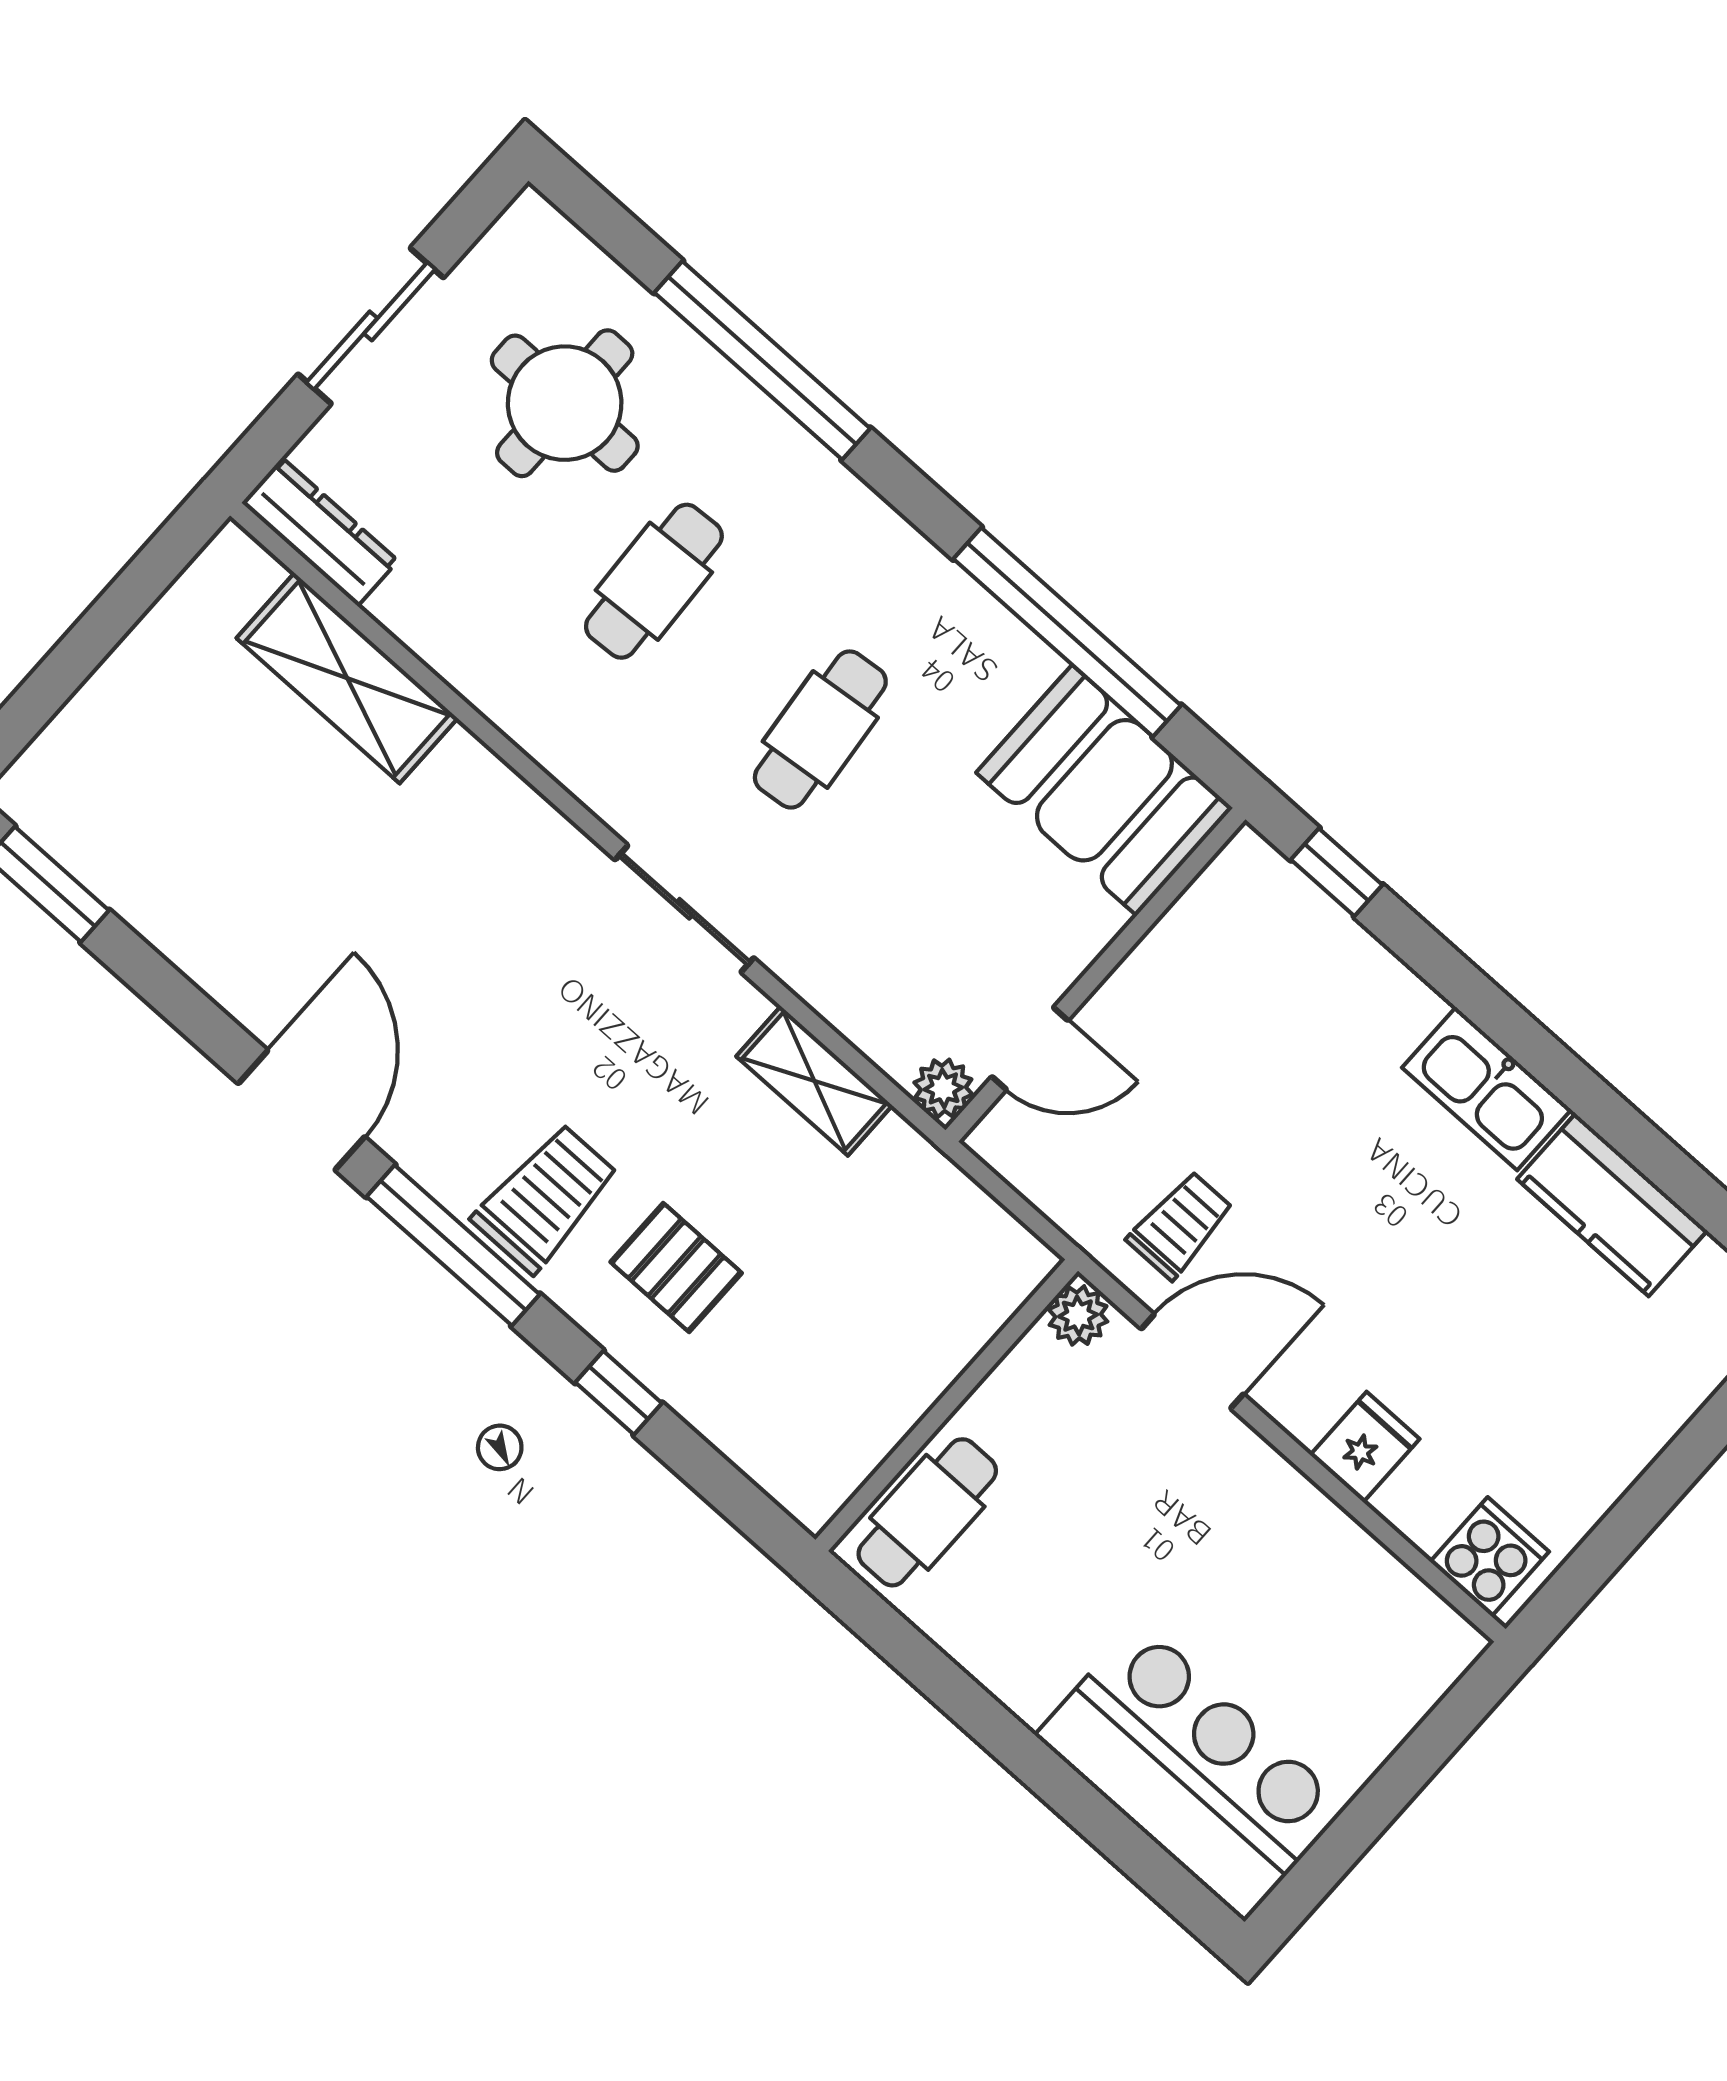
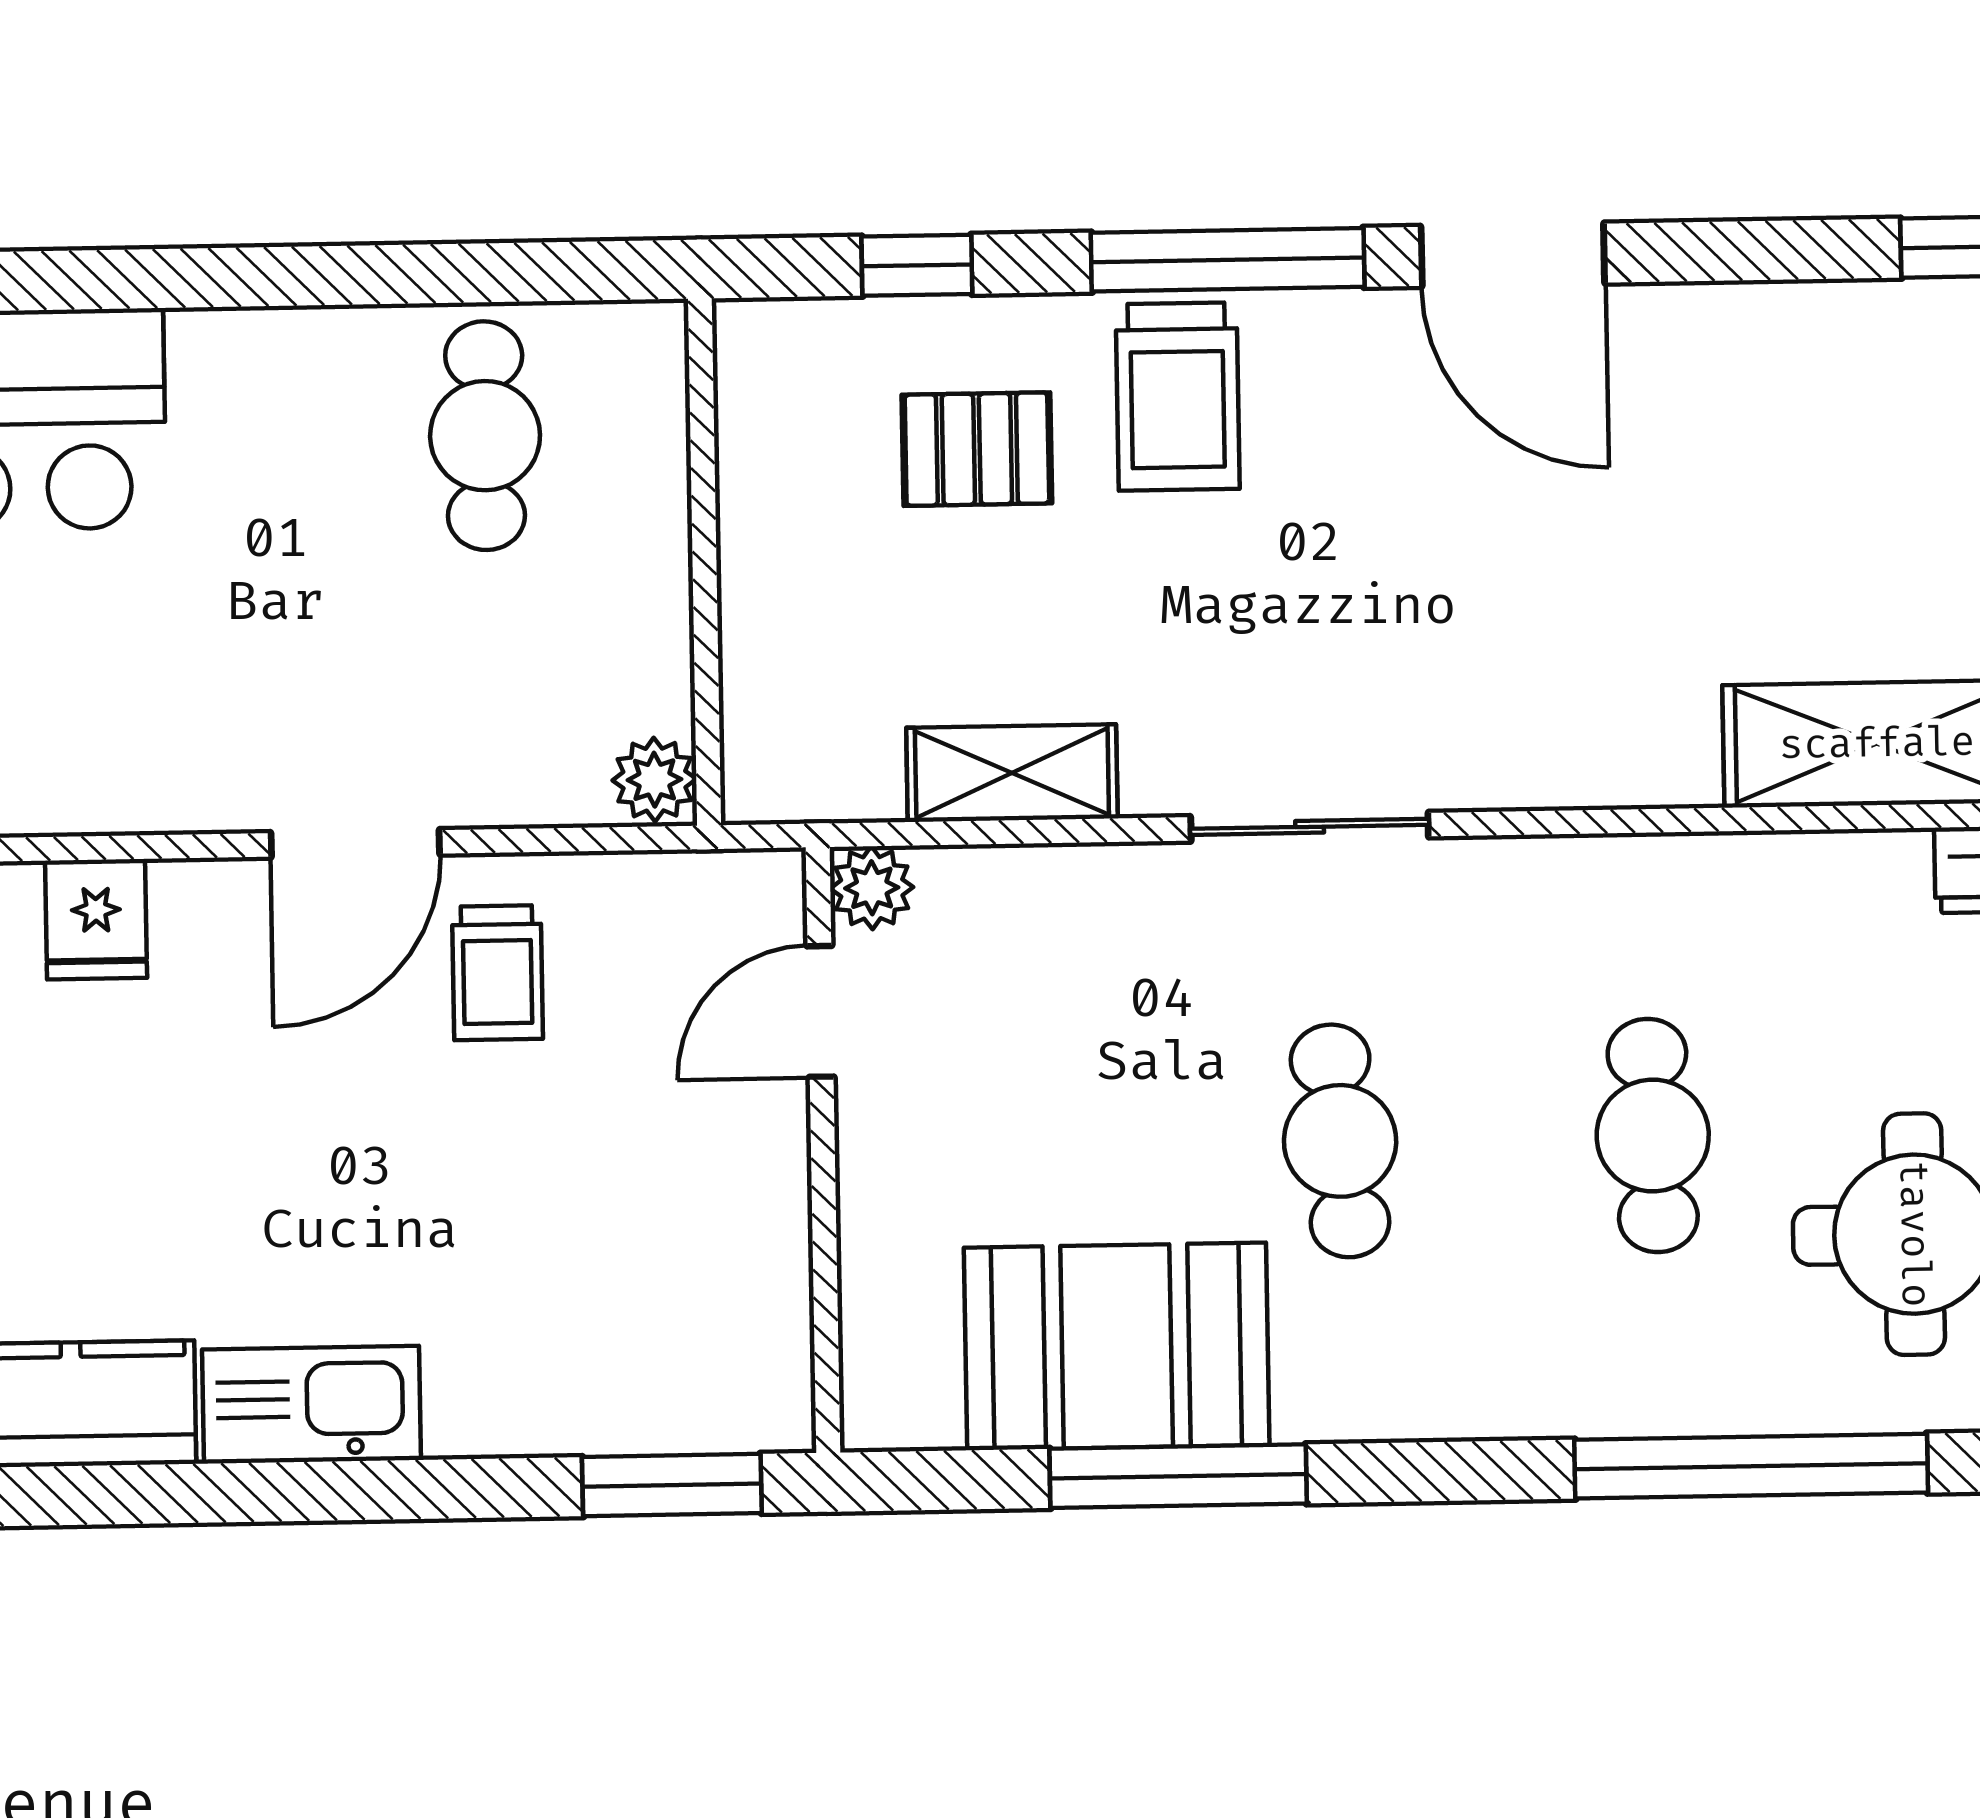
window: (1067, 632) -> (1178, 1476), width x0.68
booth: (1104, 790) -> (1117, 1346), moved
window: (1337, 872) -> (672, 1485), width x1.50
plant: (1078, 1315) -> (654, 780), moved
wall: (947, 1405) -> (705, 562), moved

